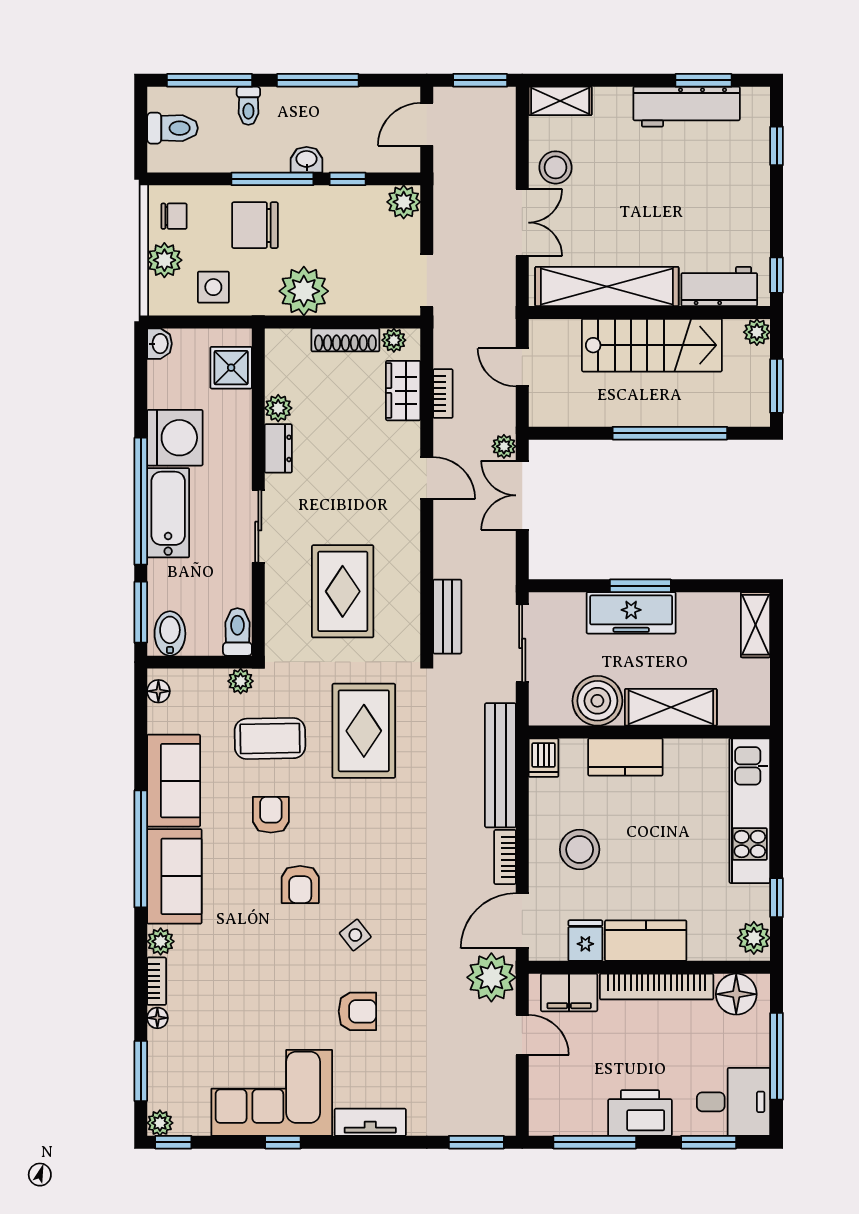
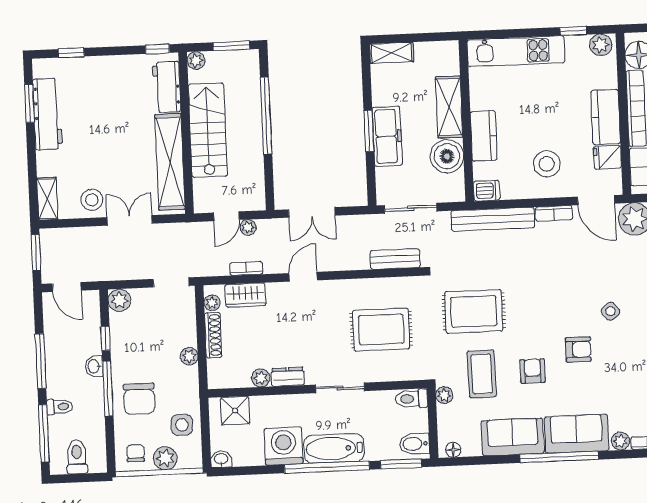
plant: (304, 291) -> (189, 356), width x0.53, depth x0.53
plant: (504, 446) -> (248, 227), moved
armchair: (271, 815) -> (533, 371), turned 90

